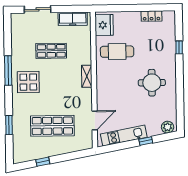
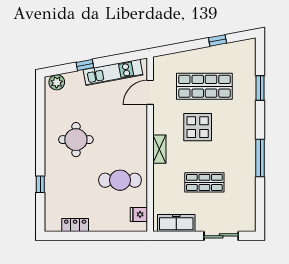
fridge: (104, 25) -> (139, 214), width x0.53, depth x0.75
display table: (28, 82) -> (198, 127), moved

